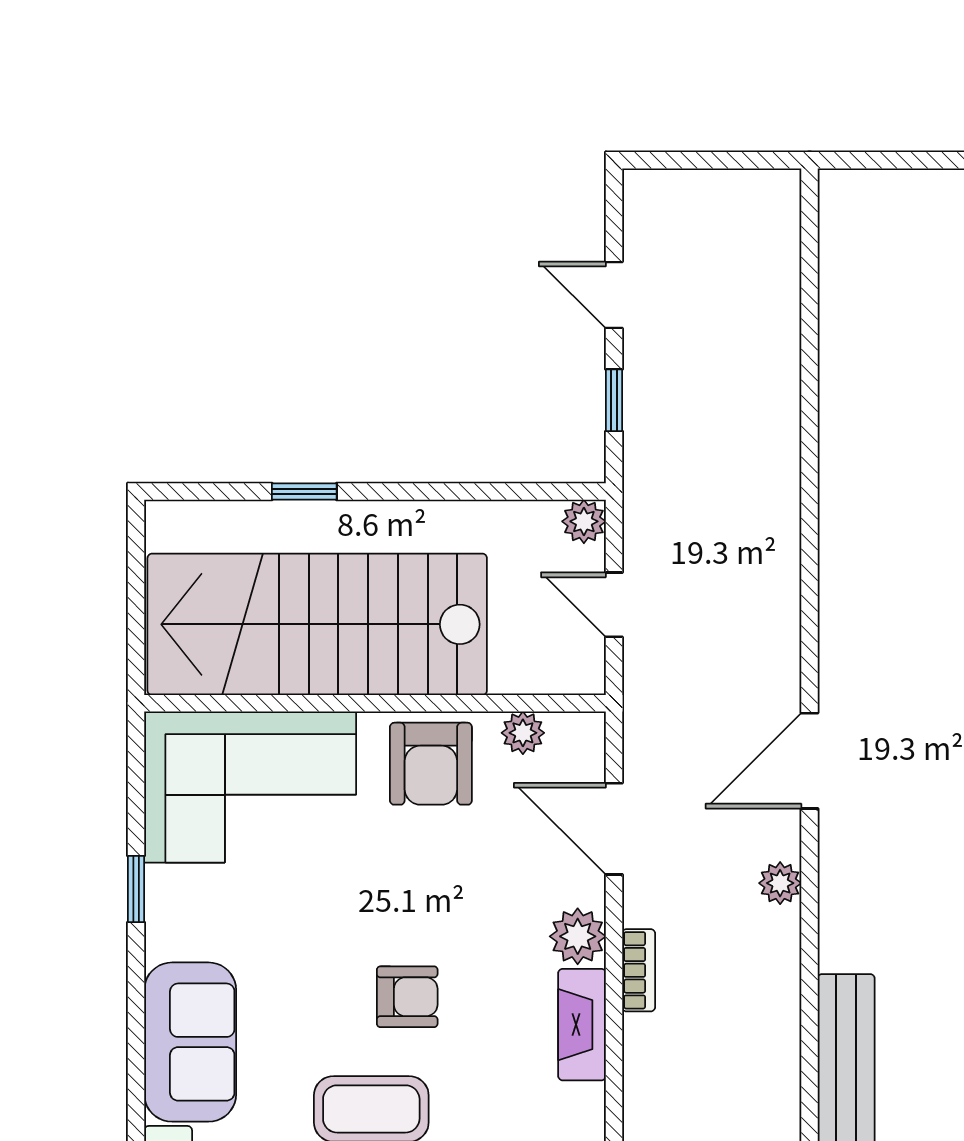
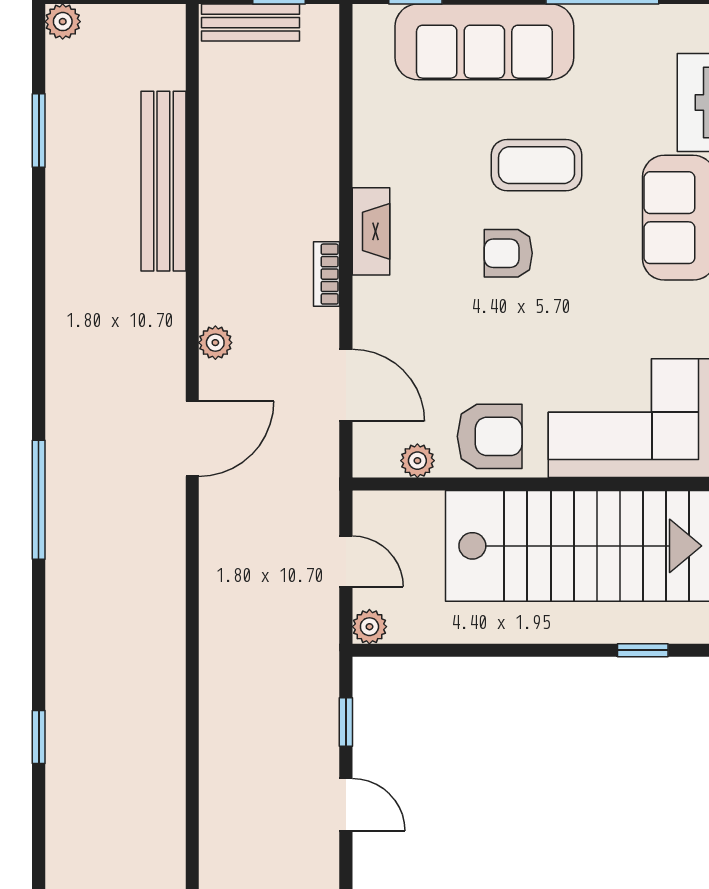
window: (304, 491) -> (643, 650), moved
armchair: (431, 764) -> (490, 436), turned 90
plant: (578, 936) -> (374, 301), removed

